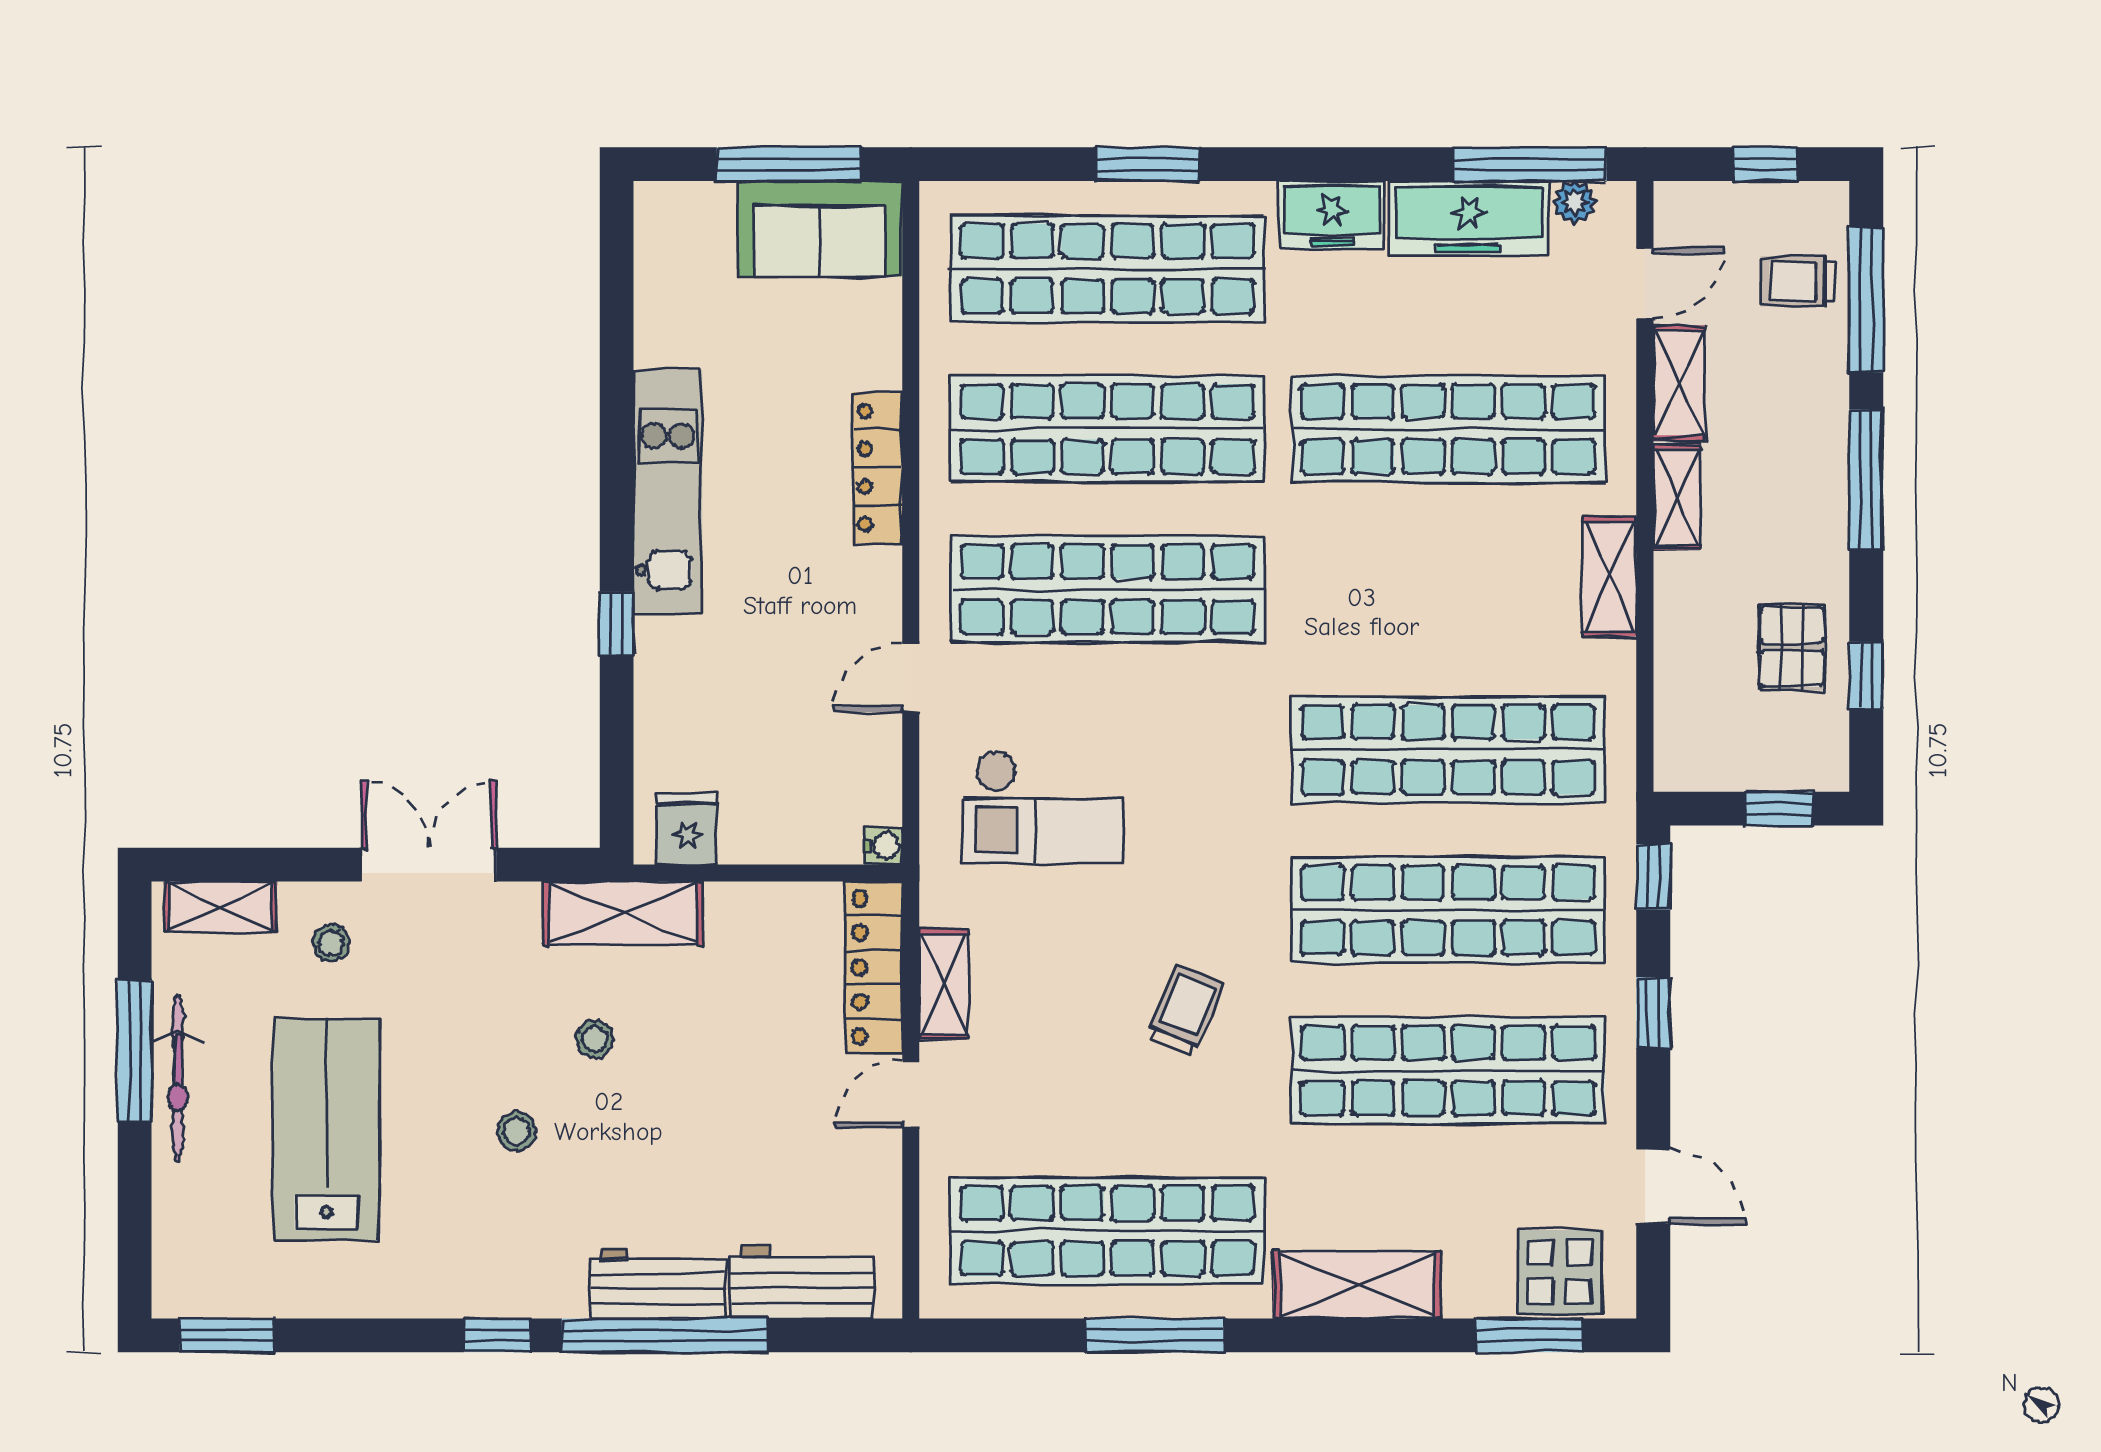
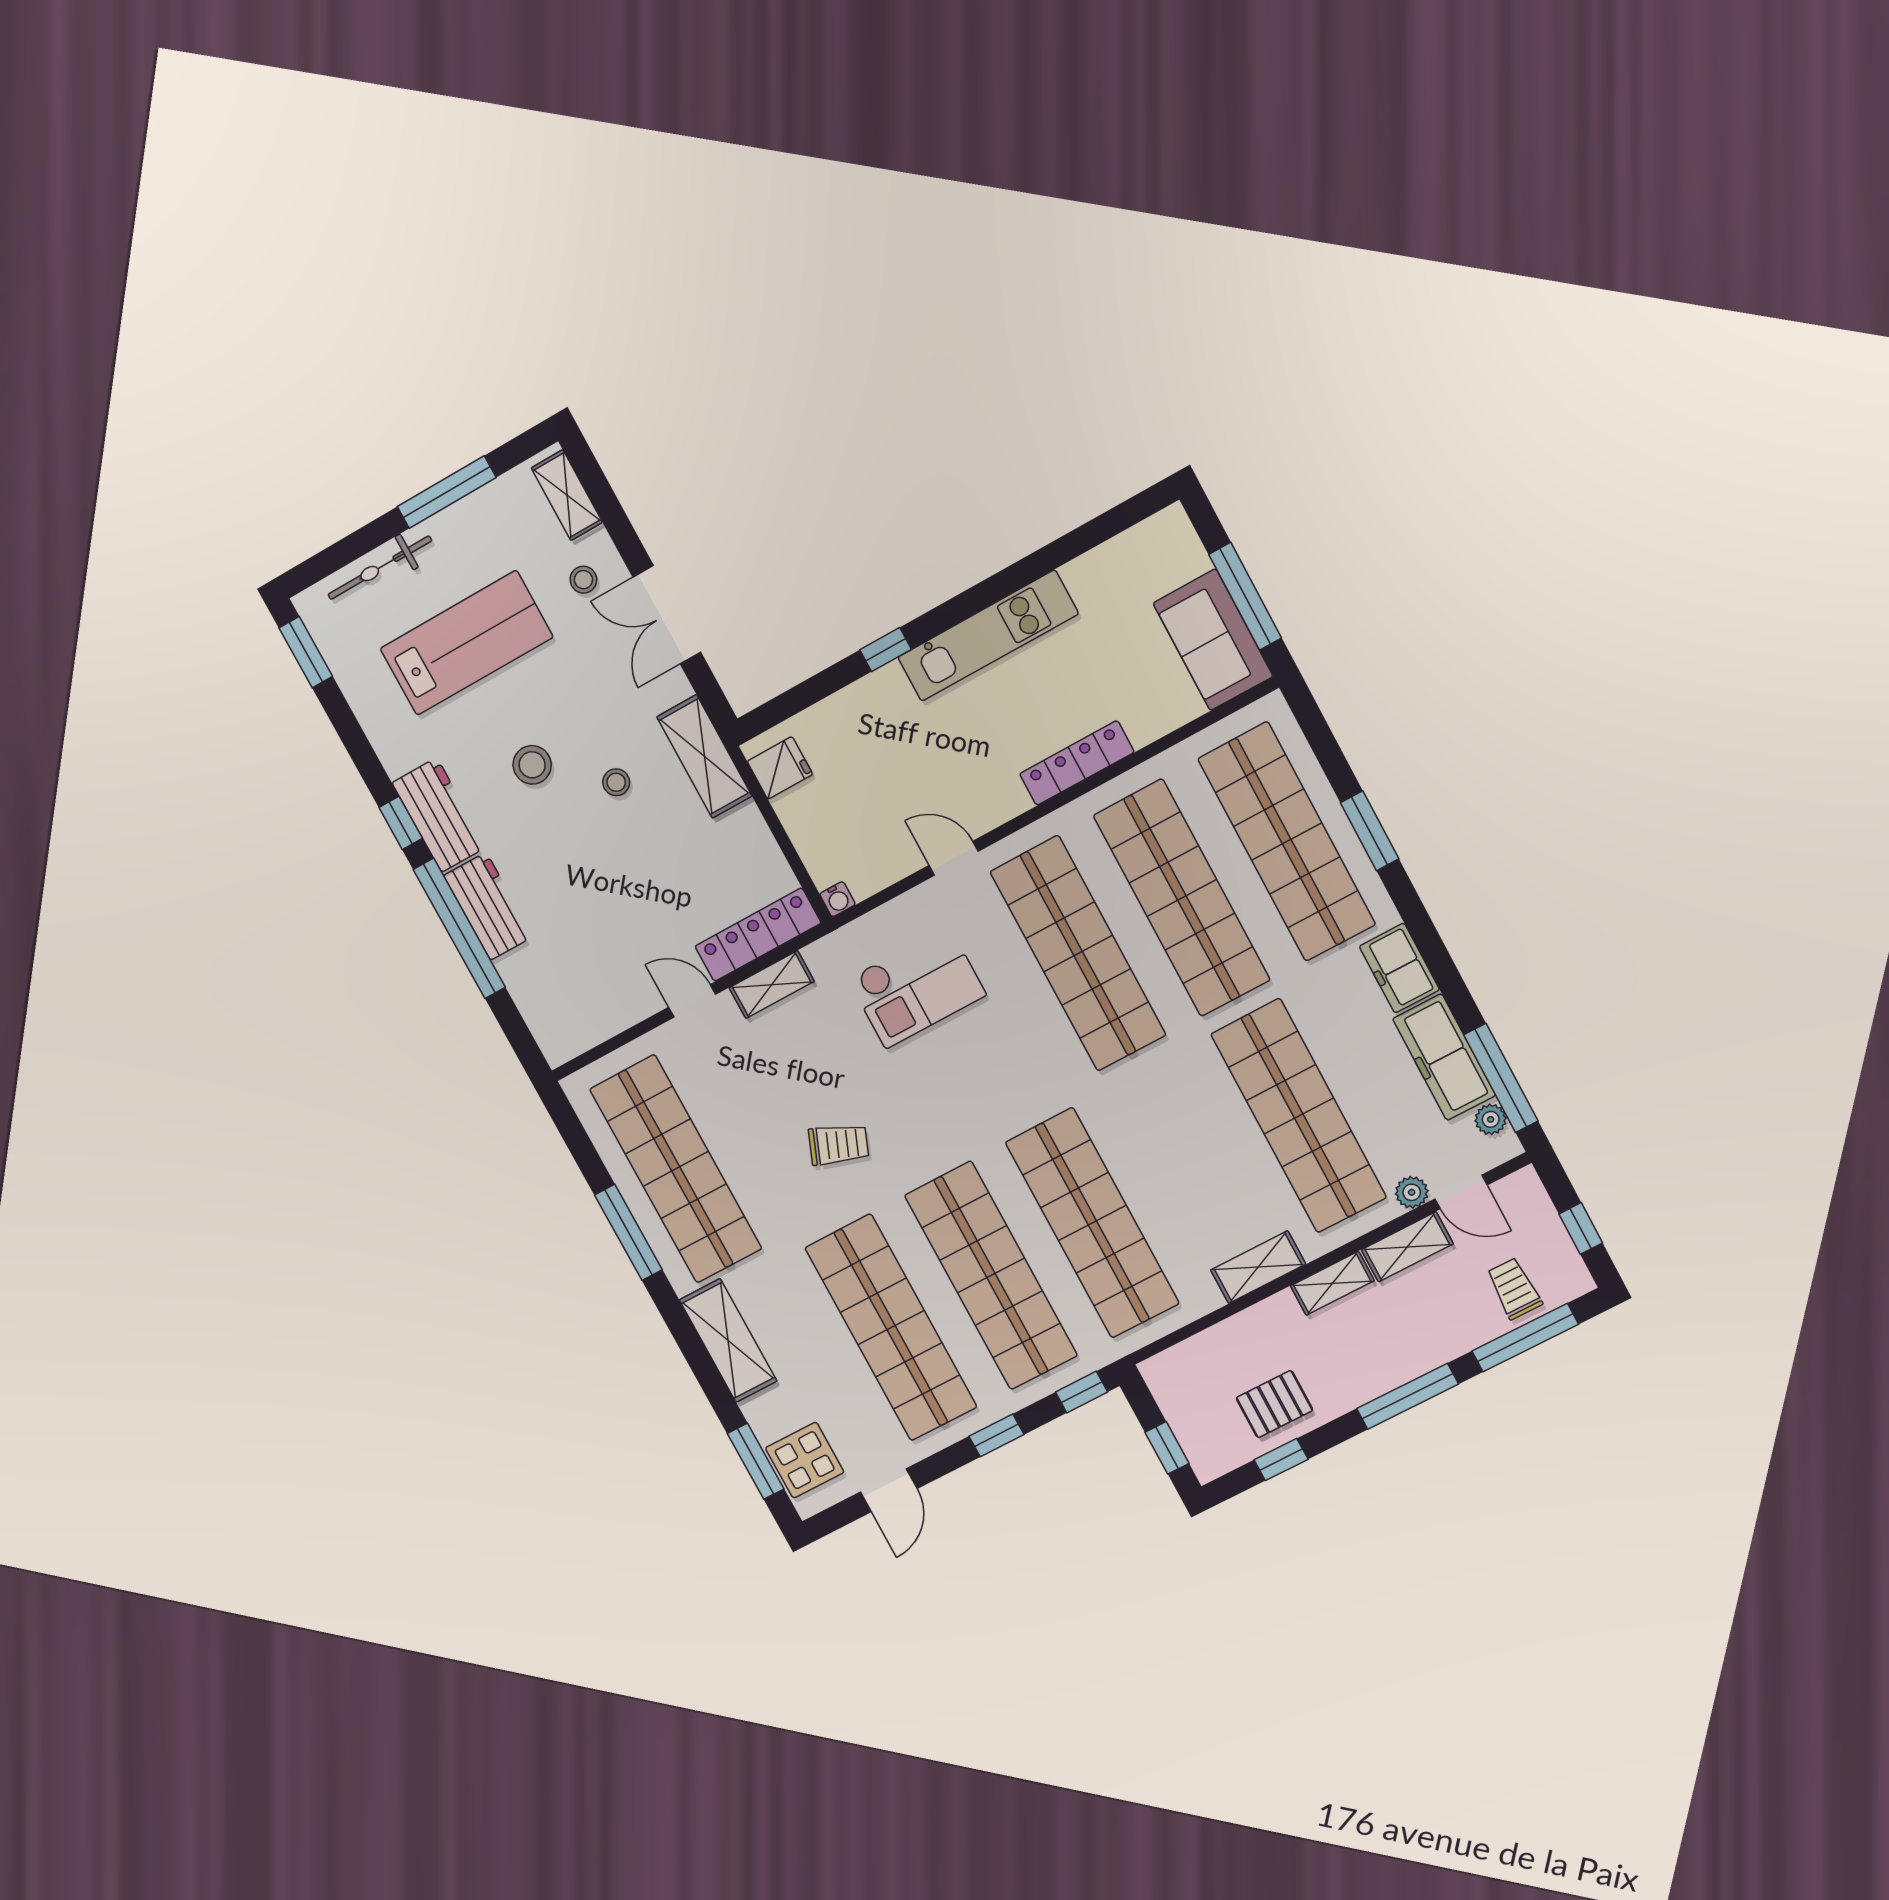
plant: (1614, 343) -> (1412, 1192), added
checkout: (1043, 807) -> (917, 987), turned -90
double door: (429, 865) -> (667, 615), swing flipped
bicycle: (178, 1078) -> (380, 568), moved
stool: (517, 1131) -> (532, 765), width x1.37, depth x1.37
workbench: (802, 1282) -> (439, 815), moved

